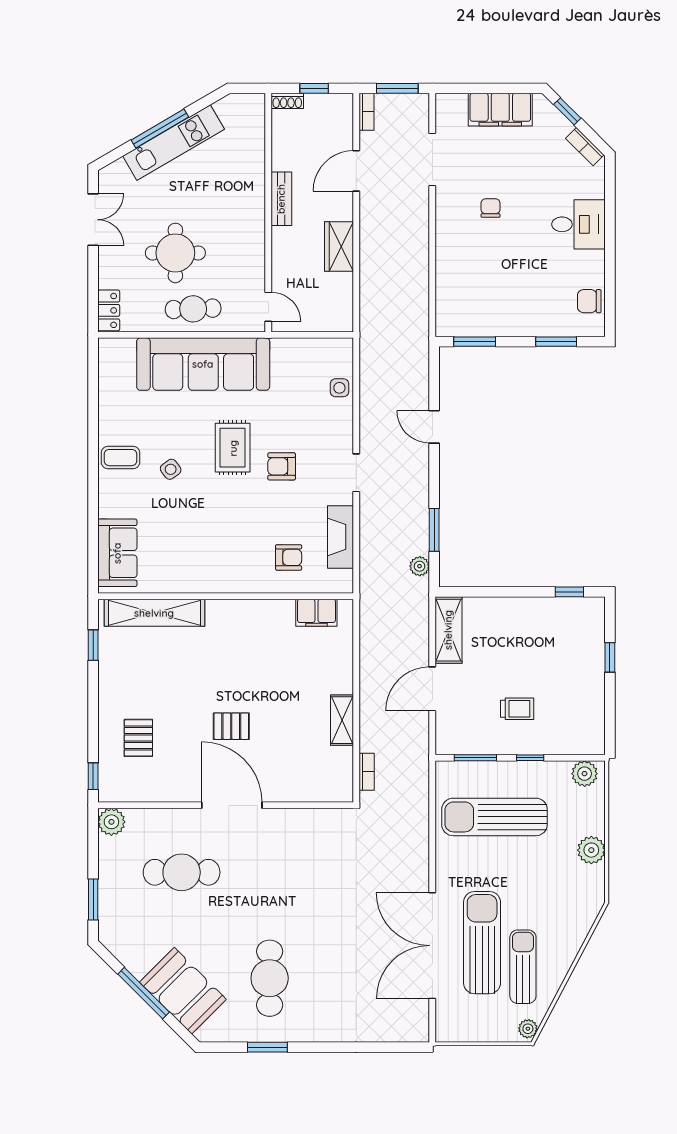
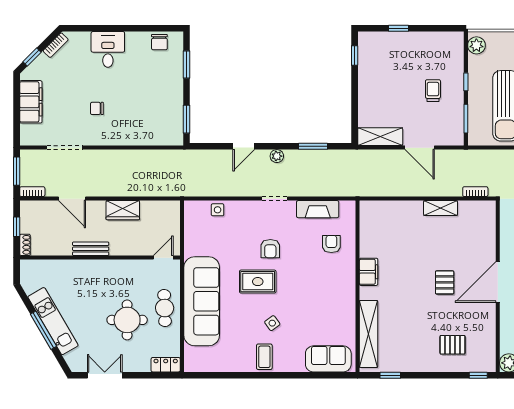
plant: (420, 566) -> (277, 156), moved
filing cabinet: (316, 613) -> (369, 272), moved

